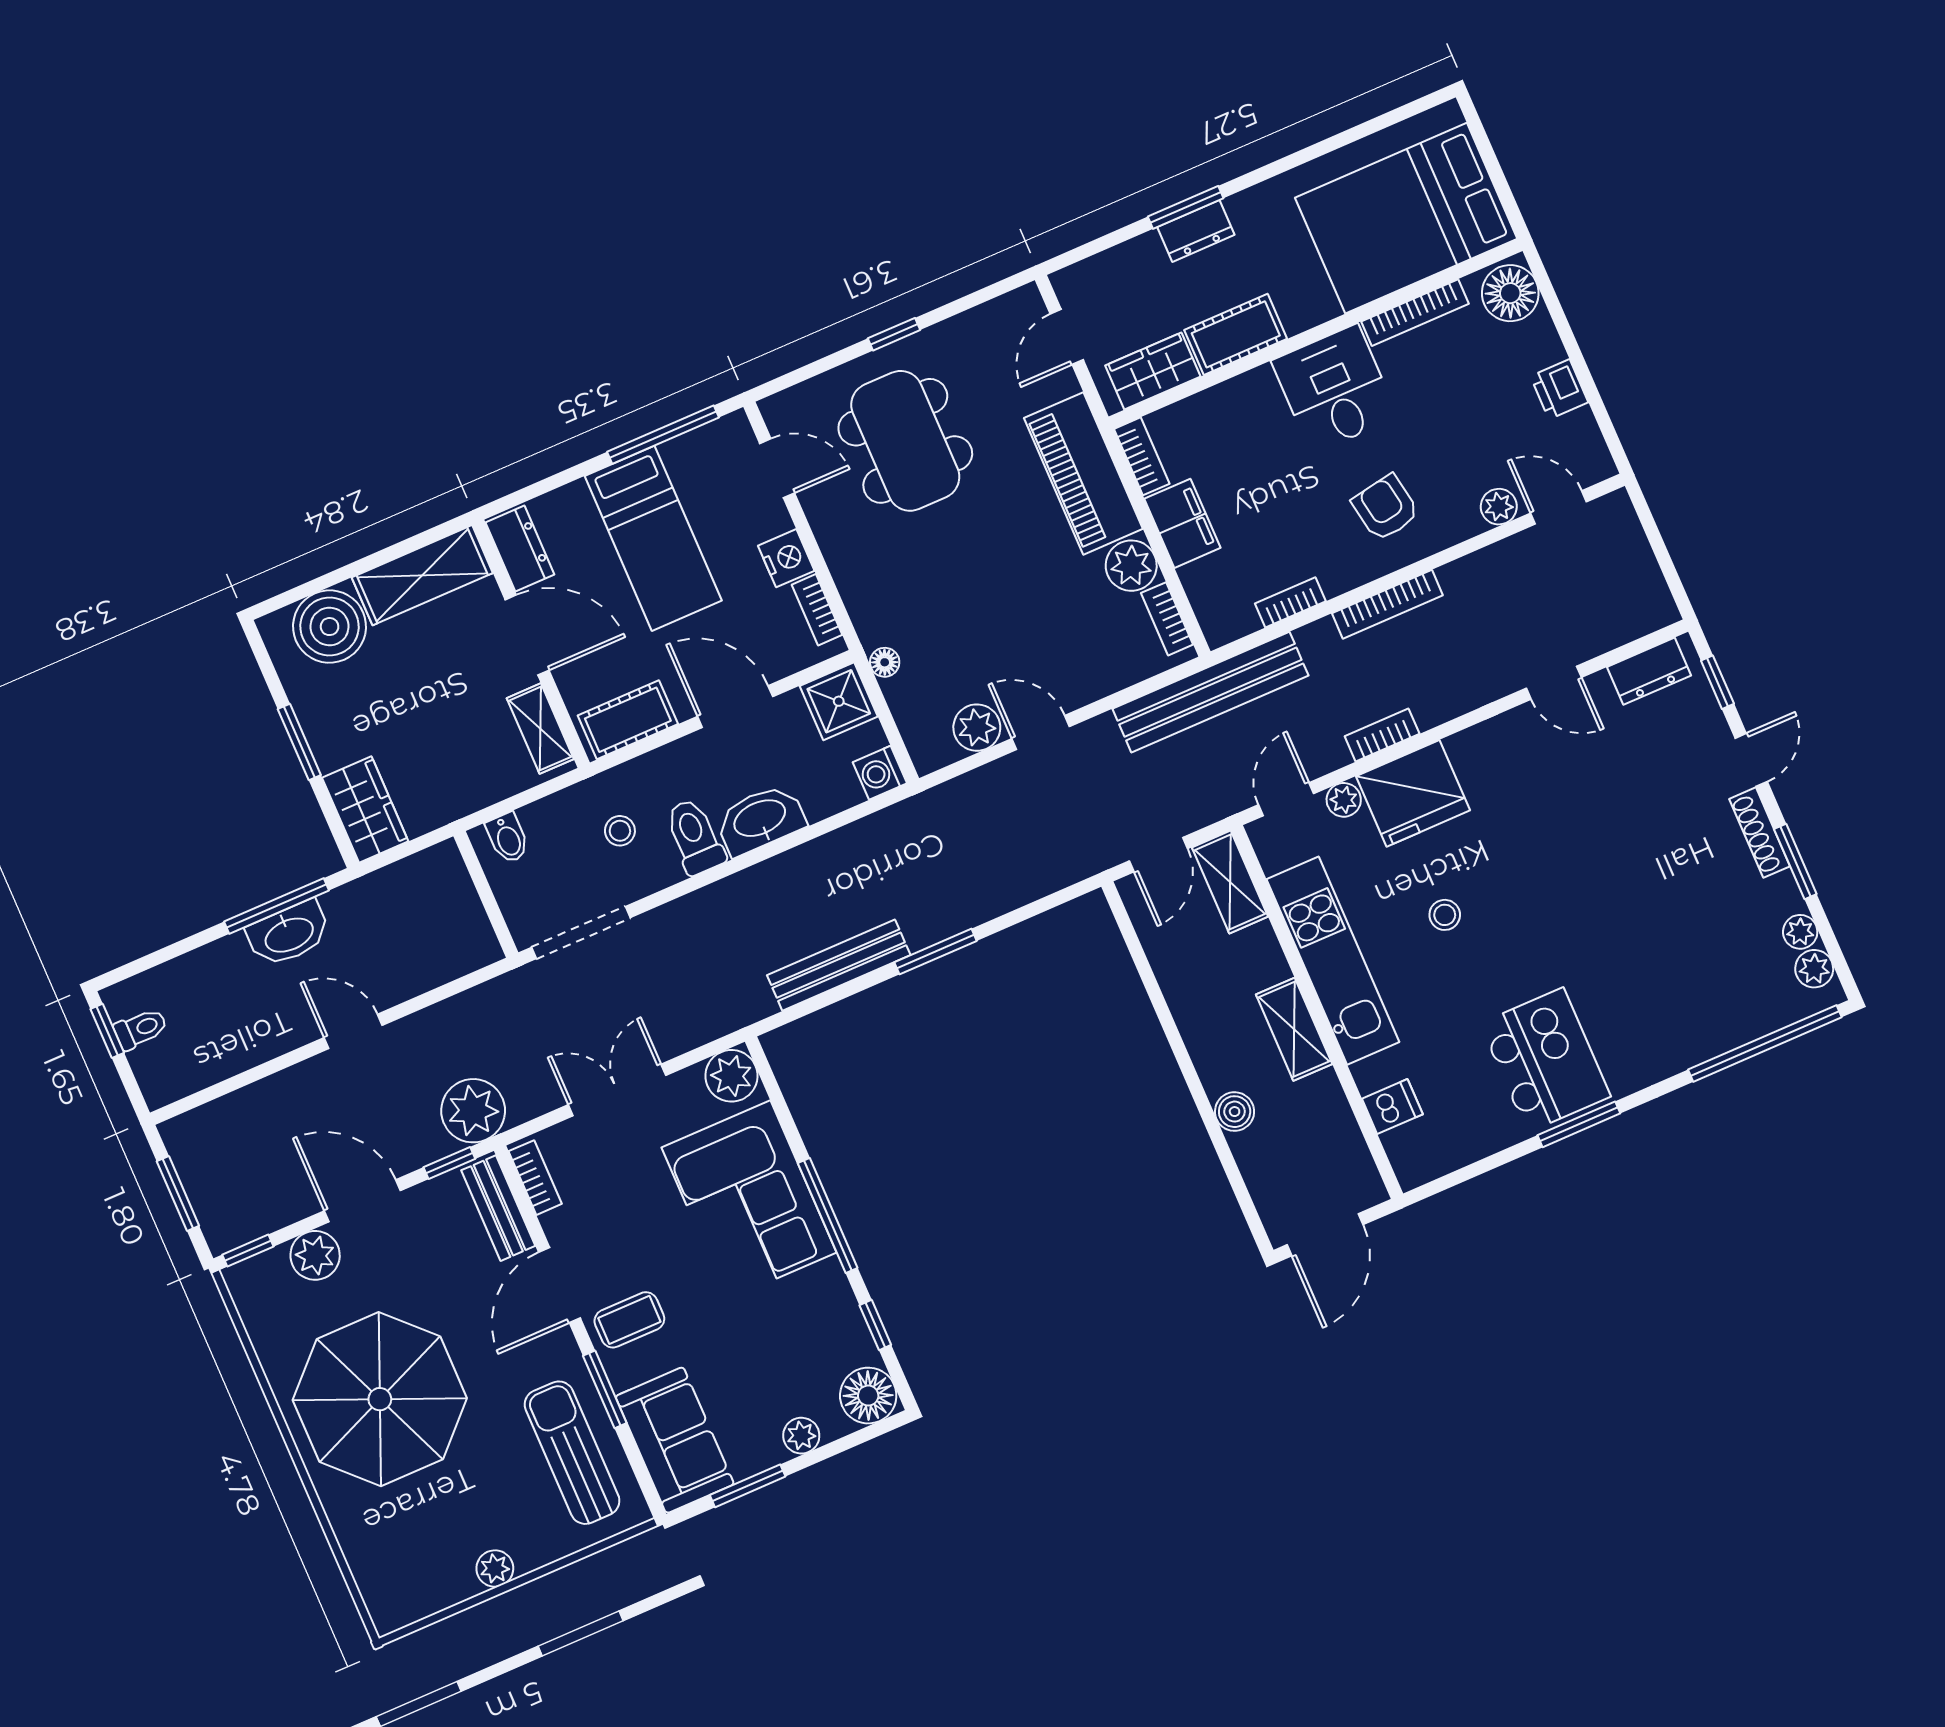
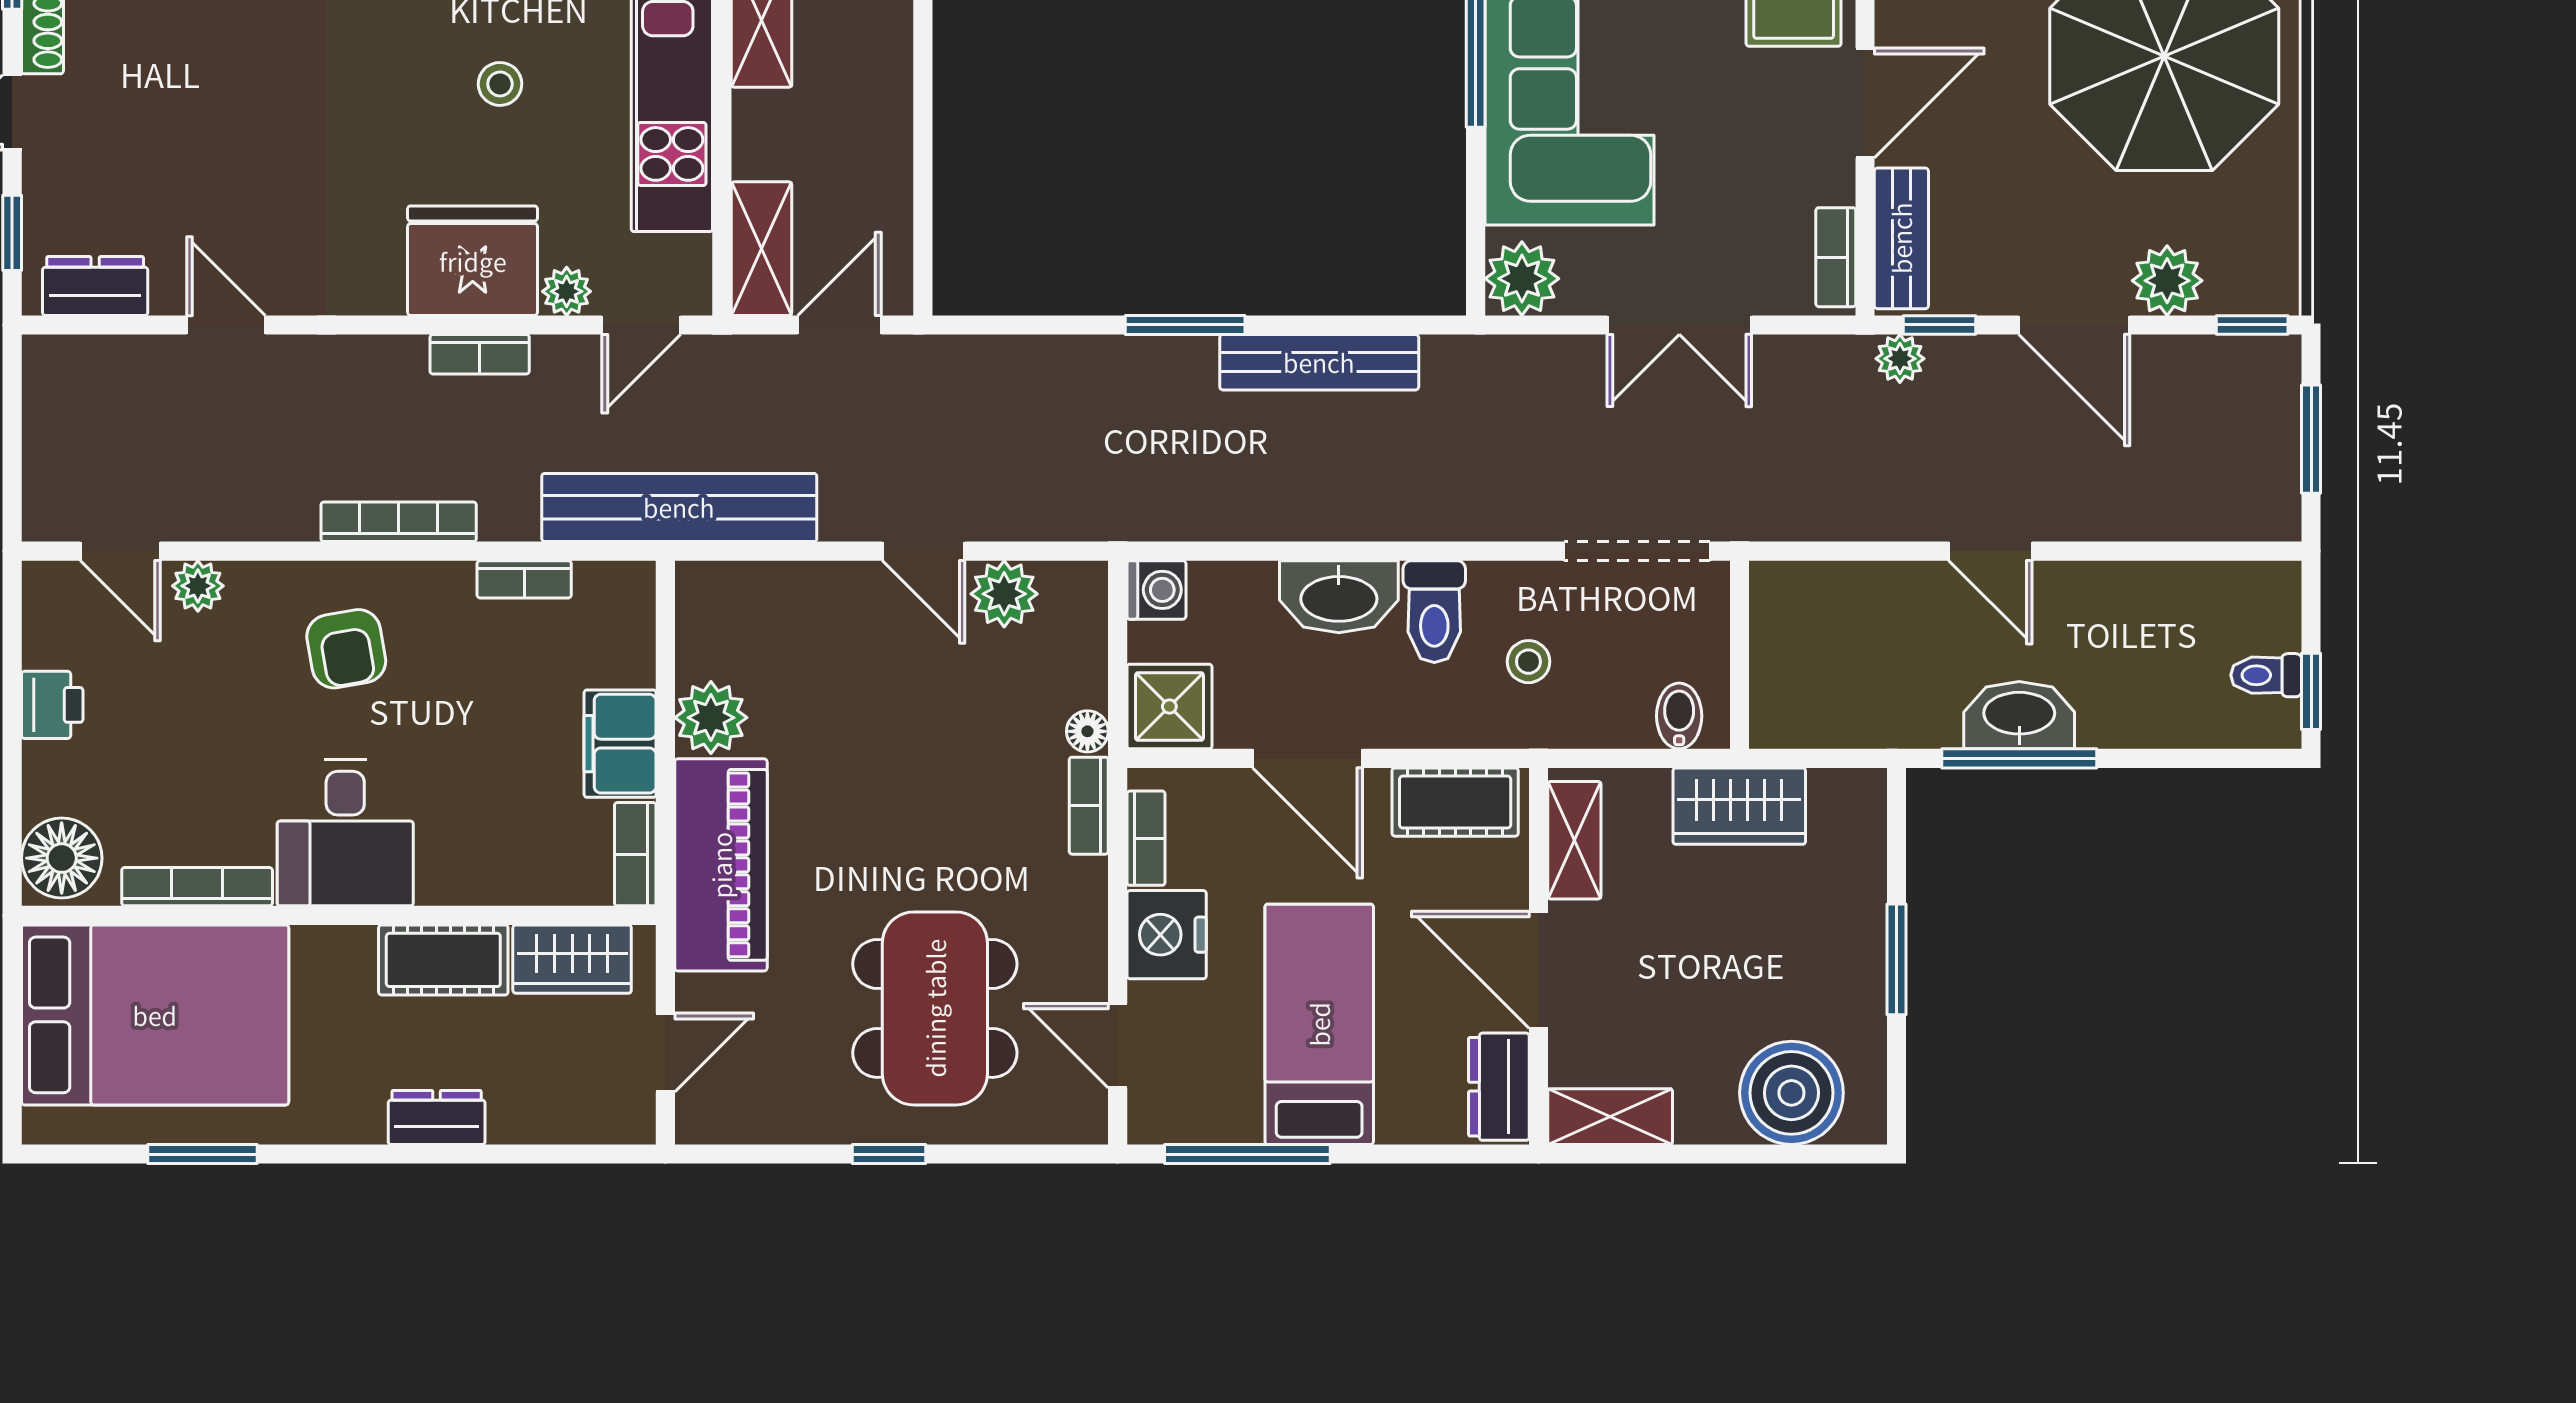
window: (1186, 207) -> (203, 1154), moved
nightstand: (786, 558) -> (1167, 935), width x1.36, depth x1.33
shelving: (422, 575) -> (1610, 1117), width x0.67, depth x0.75
bookcase: (1167, 619) -> (1089, 806), moved, turned 180
wardrobe: (365, 809) -> (1739, 806), moved, turned -90
plant: (473, 1111) -> (1900, 359), width x0.53, depth x0.53

